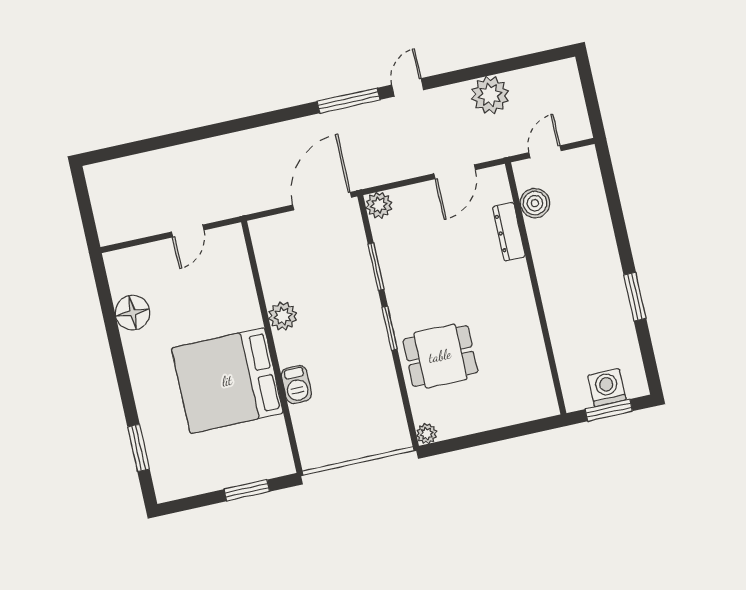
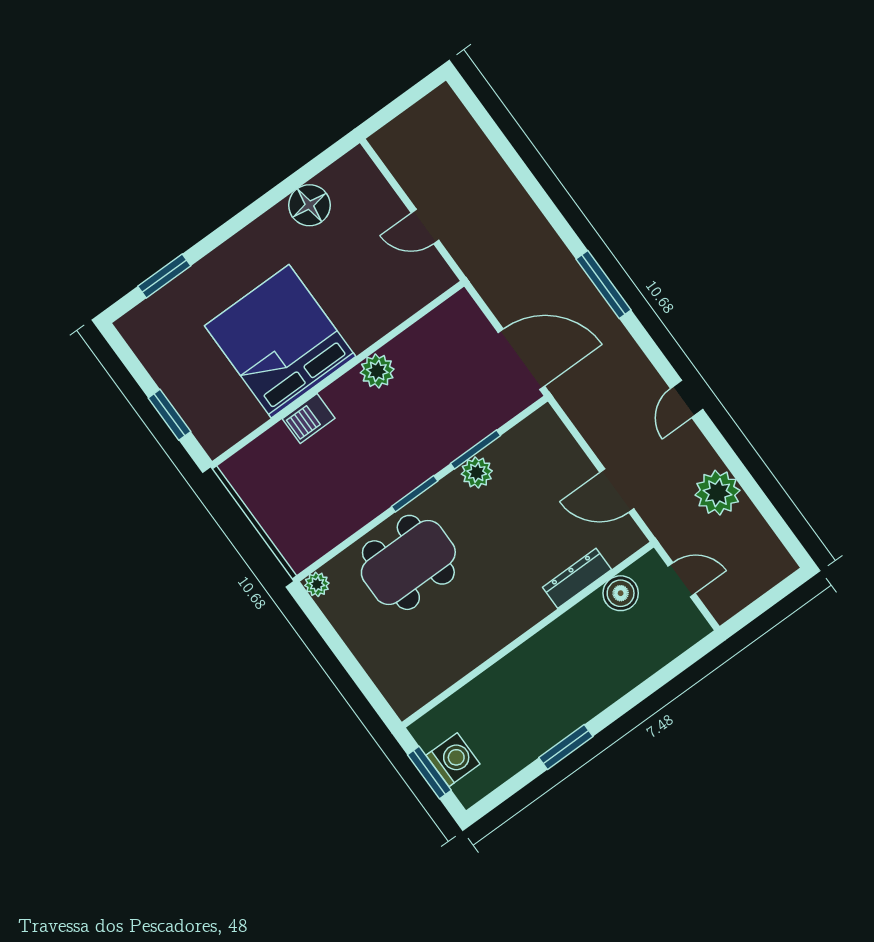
door: (408, 87) -> (687, 399), swing flipped
window: (349, 101) -> (604, 285), moved
plant: (379, 205) -> (477, 472), moved
dining table: (440, 356) -> (408, 562), width x1.38

